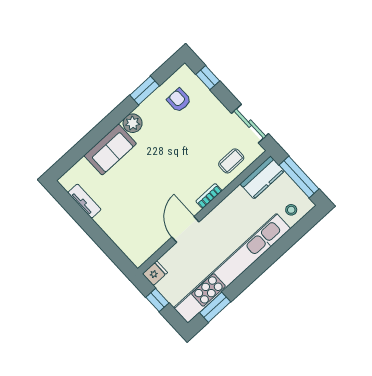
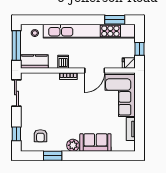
coffee table: (231, 161) -> (42, 83), removed
dishwasher: (230, 207) -> (63, 62), added
corner sofa: (131, 228) -> (120, 96), added

